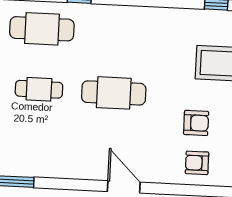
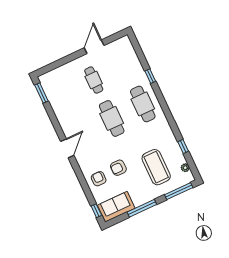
cafe table: (42, 29) -> (143, 104), moved
armchair: (196, 123) -> (118, 168), turned 90

